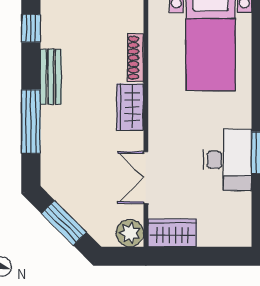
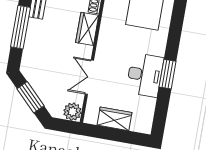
wardrobe: (172, 233) -> (114, 119), moved

